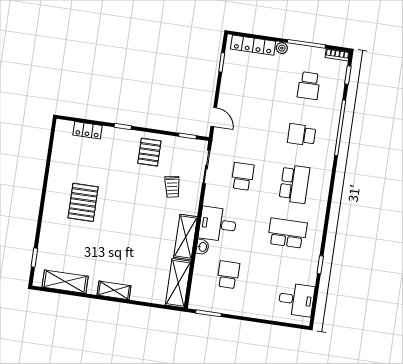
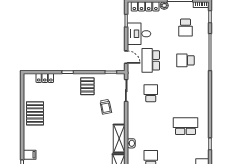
school desk: (294, 184) -> (151, 60), moved, turned 180
pallet: (83, 202) -> (35, 113), moved
desk: (218, 224) -> (139, 34), moved
filing cabinet: (48, 242) -> (30, 155), added

